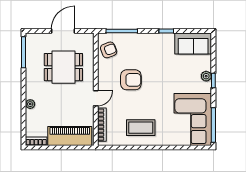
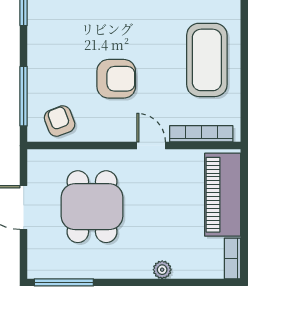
armchair: (131, 80) -> (116, 79), turned 90
coffee table: (141, 128) -> (207, 60), width x1.36, depth x1.32

